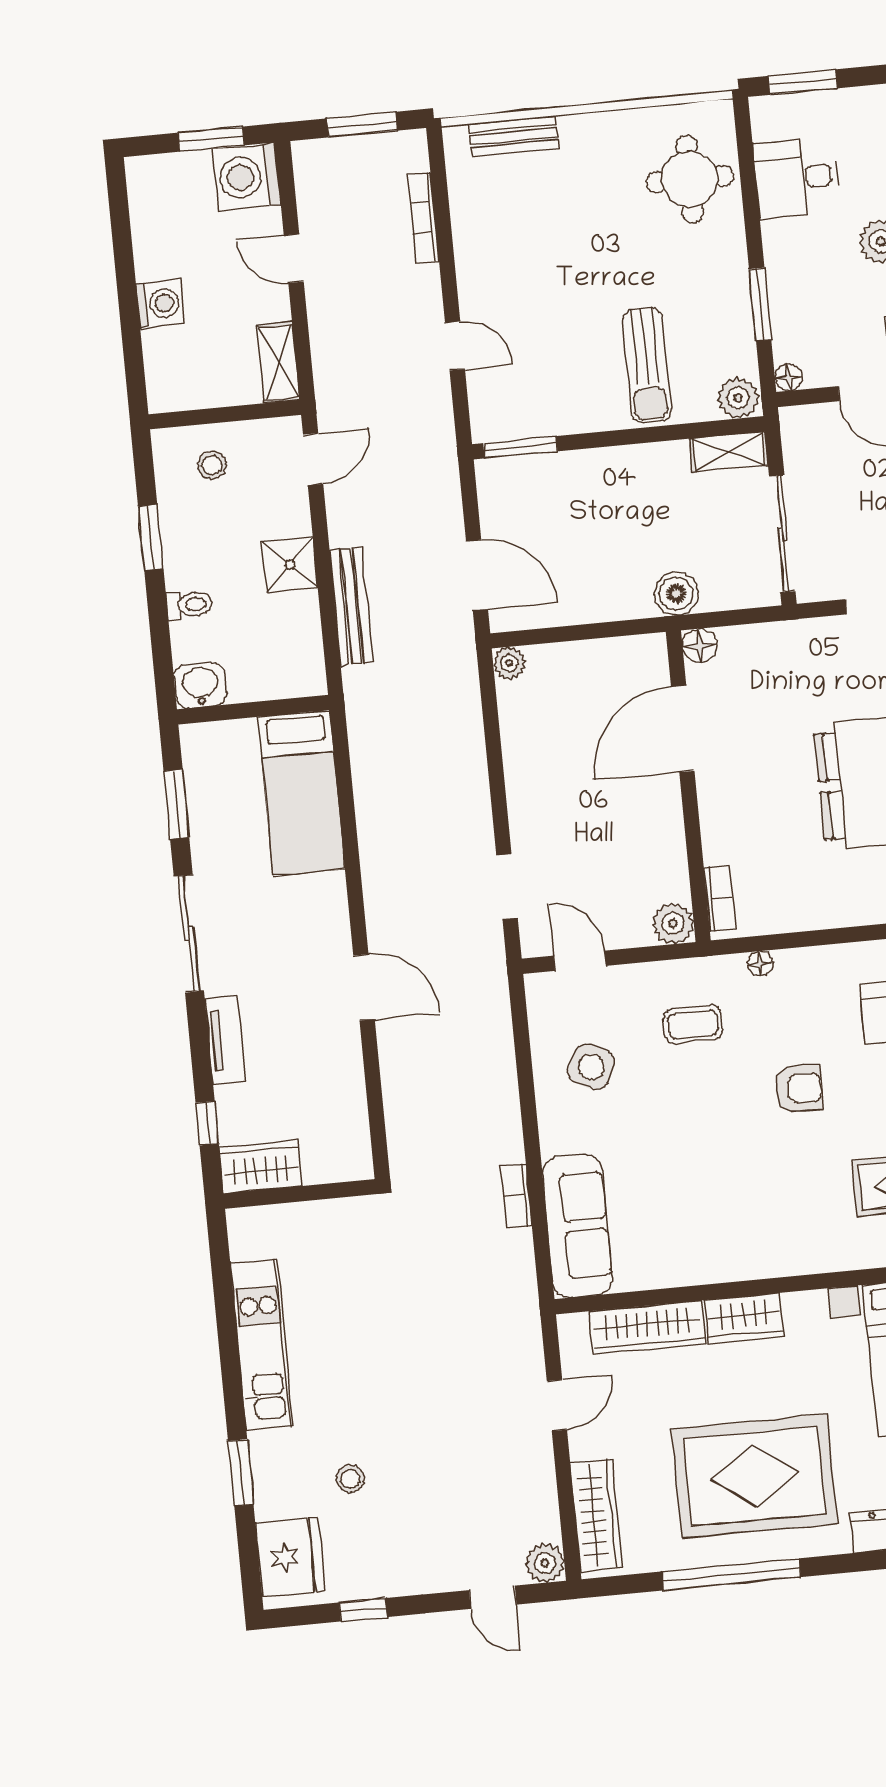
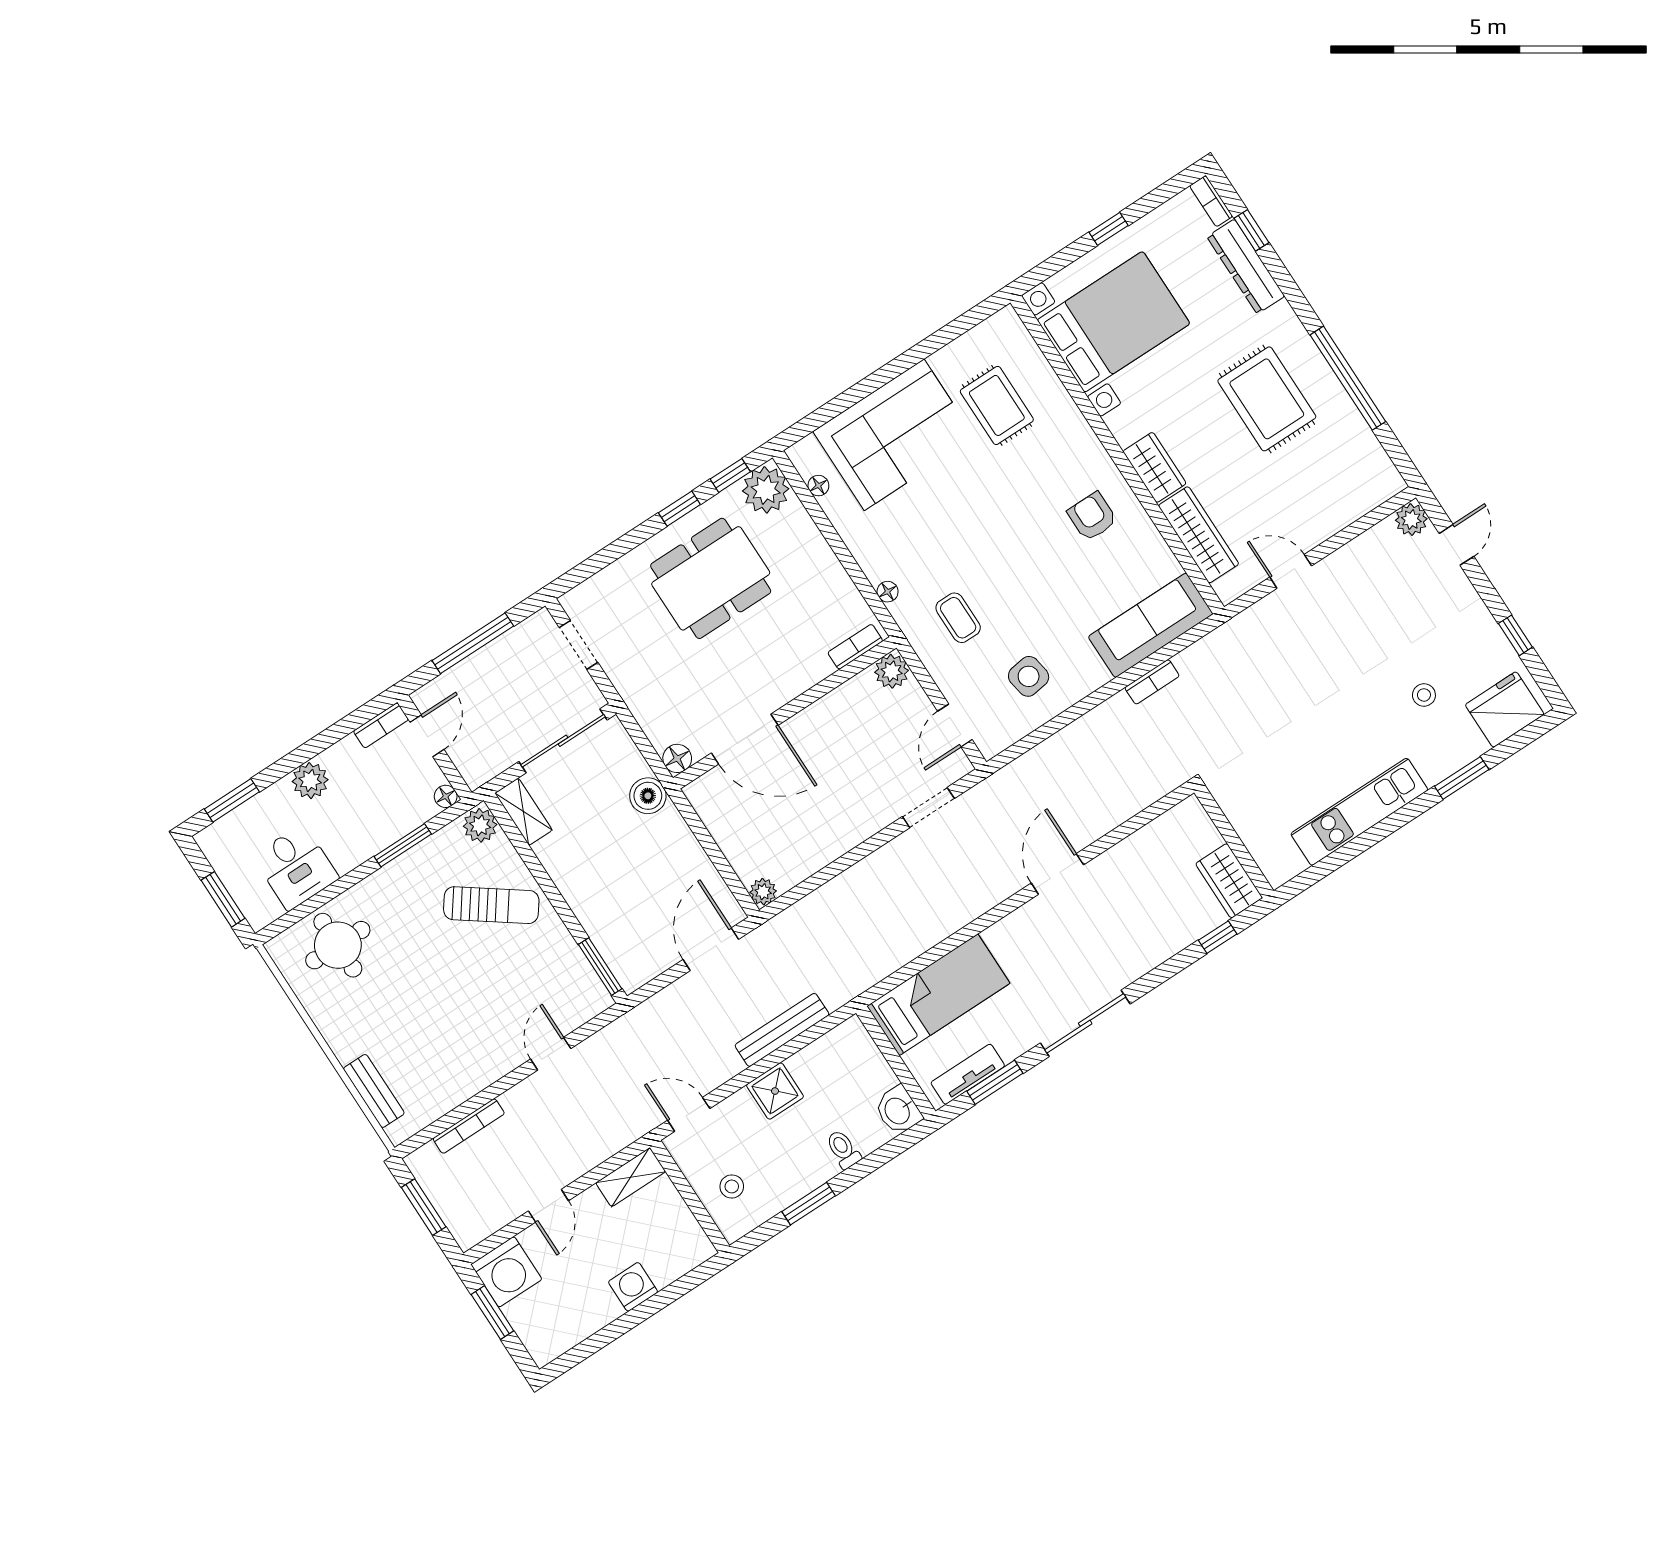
sun lounger: (647, 365) -> (491, 905), turned 36
tv unit: (225, 1040) -> (968, 1074), moved
side table: (591, 1067) -> (1029, 676), turned -36
armchair: (798, 1089) -> (1092, 517), moved
rug: (754, 1476) -> (1267, 399), width x0.73, depth x0.69
wardrobe: (596, 1516) -> (1357, 500), removed

